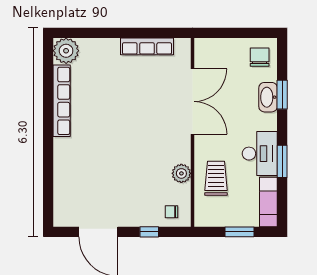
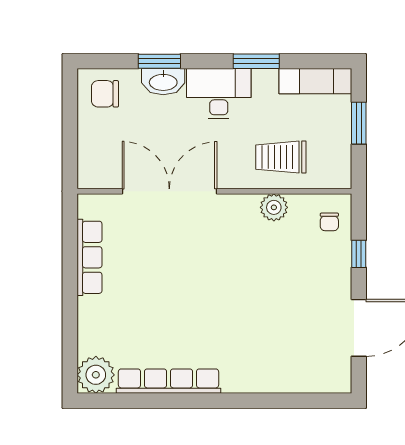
desk: (260, 154) -> (219, 94), moved

